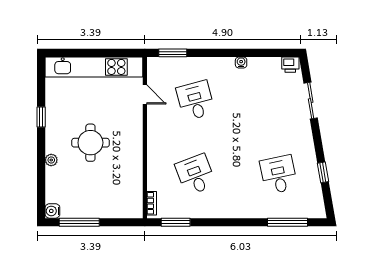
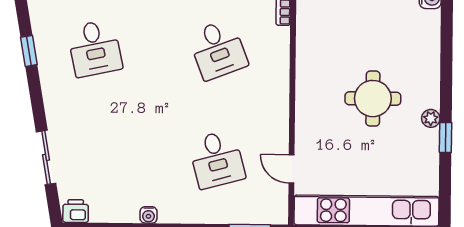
plant: (51, 160) -> (431, 118), moved

